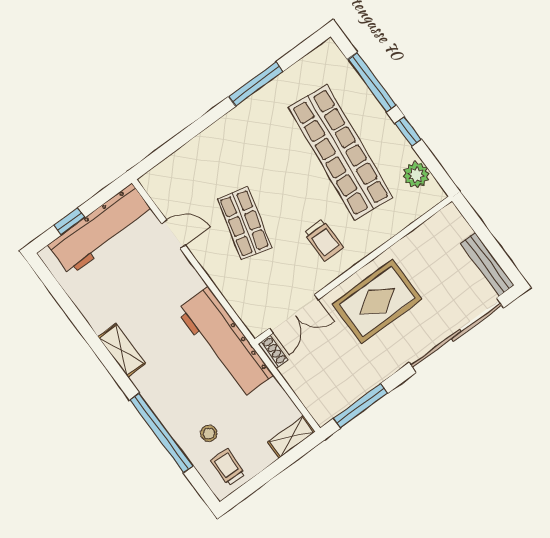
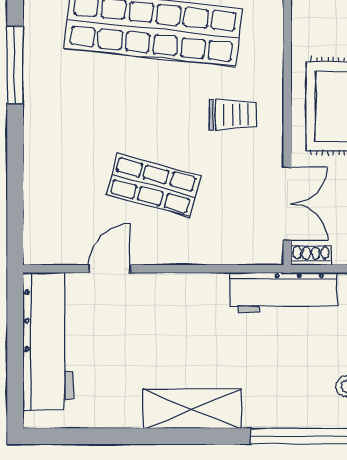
window: (70, 221) -> (15, 368), removed
workbench: (225, 343) -> (283, 293), width x0.73, depth x0.76
shelving: (122, 350) -> (192, 409), width x1.50, depth x1.33

